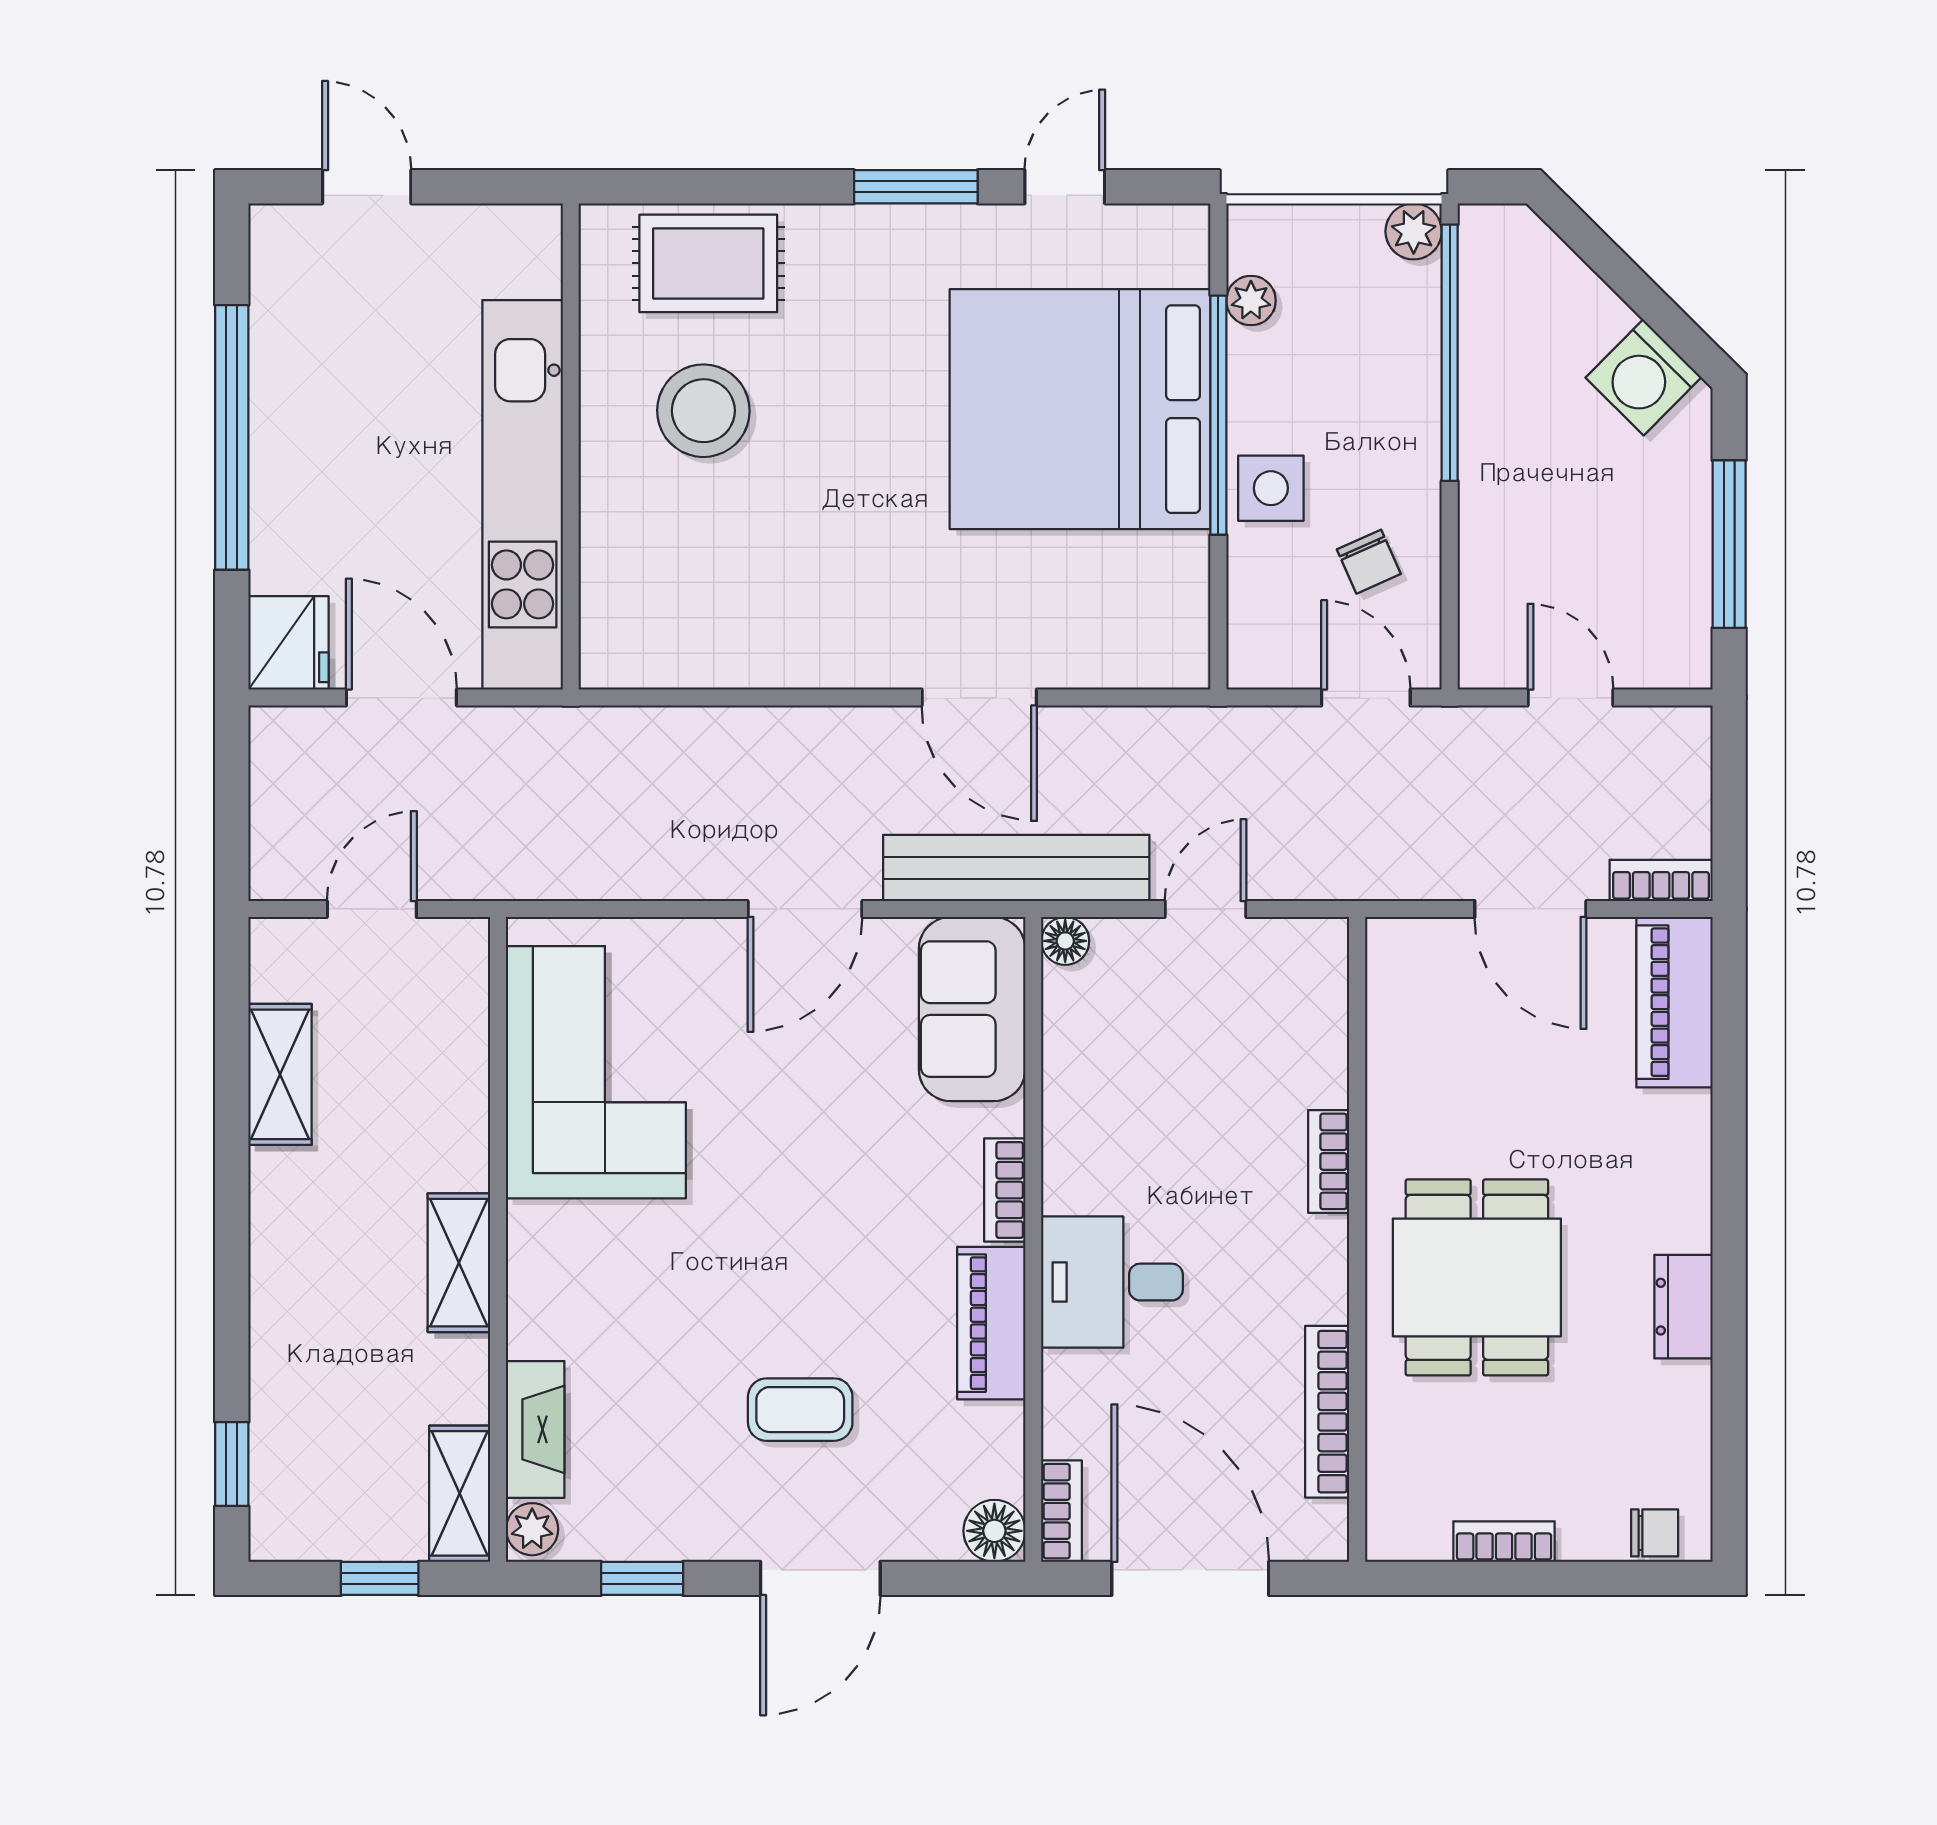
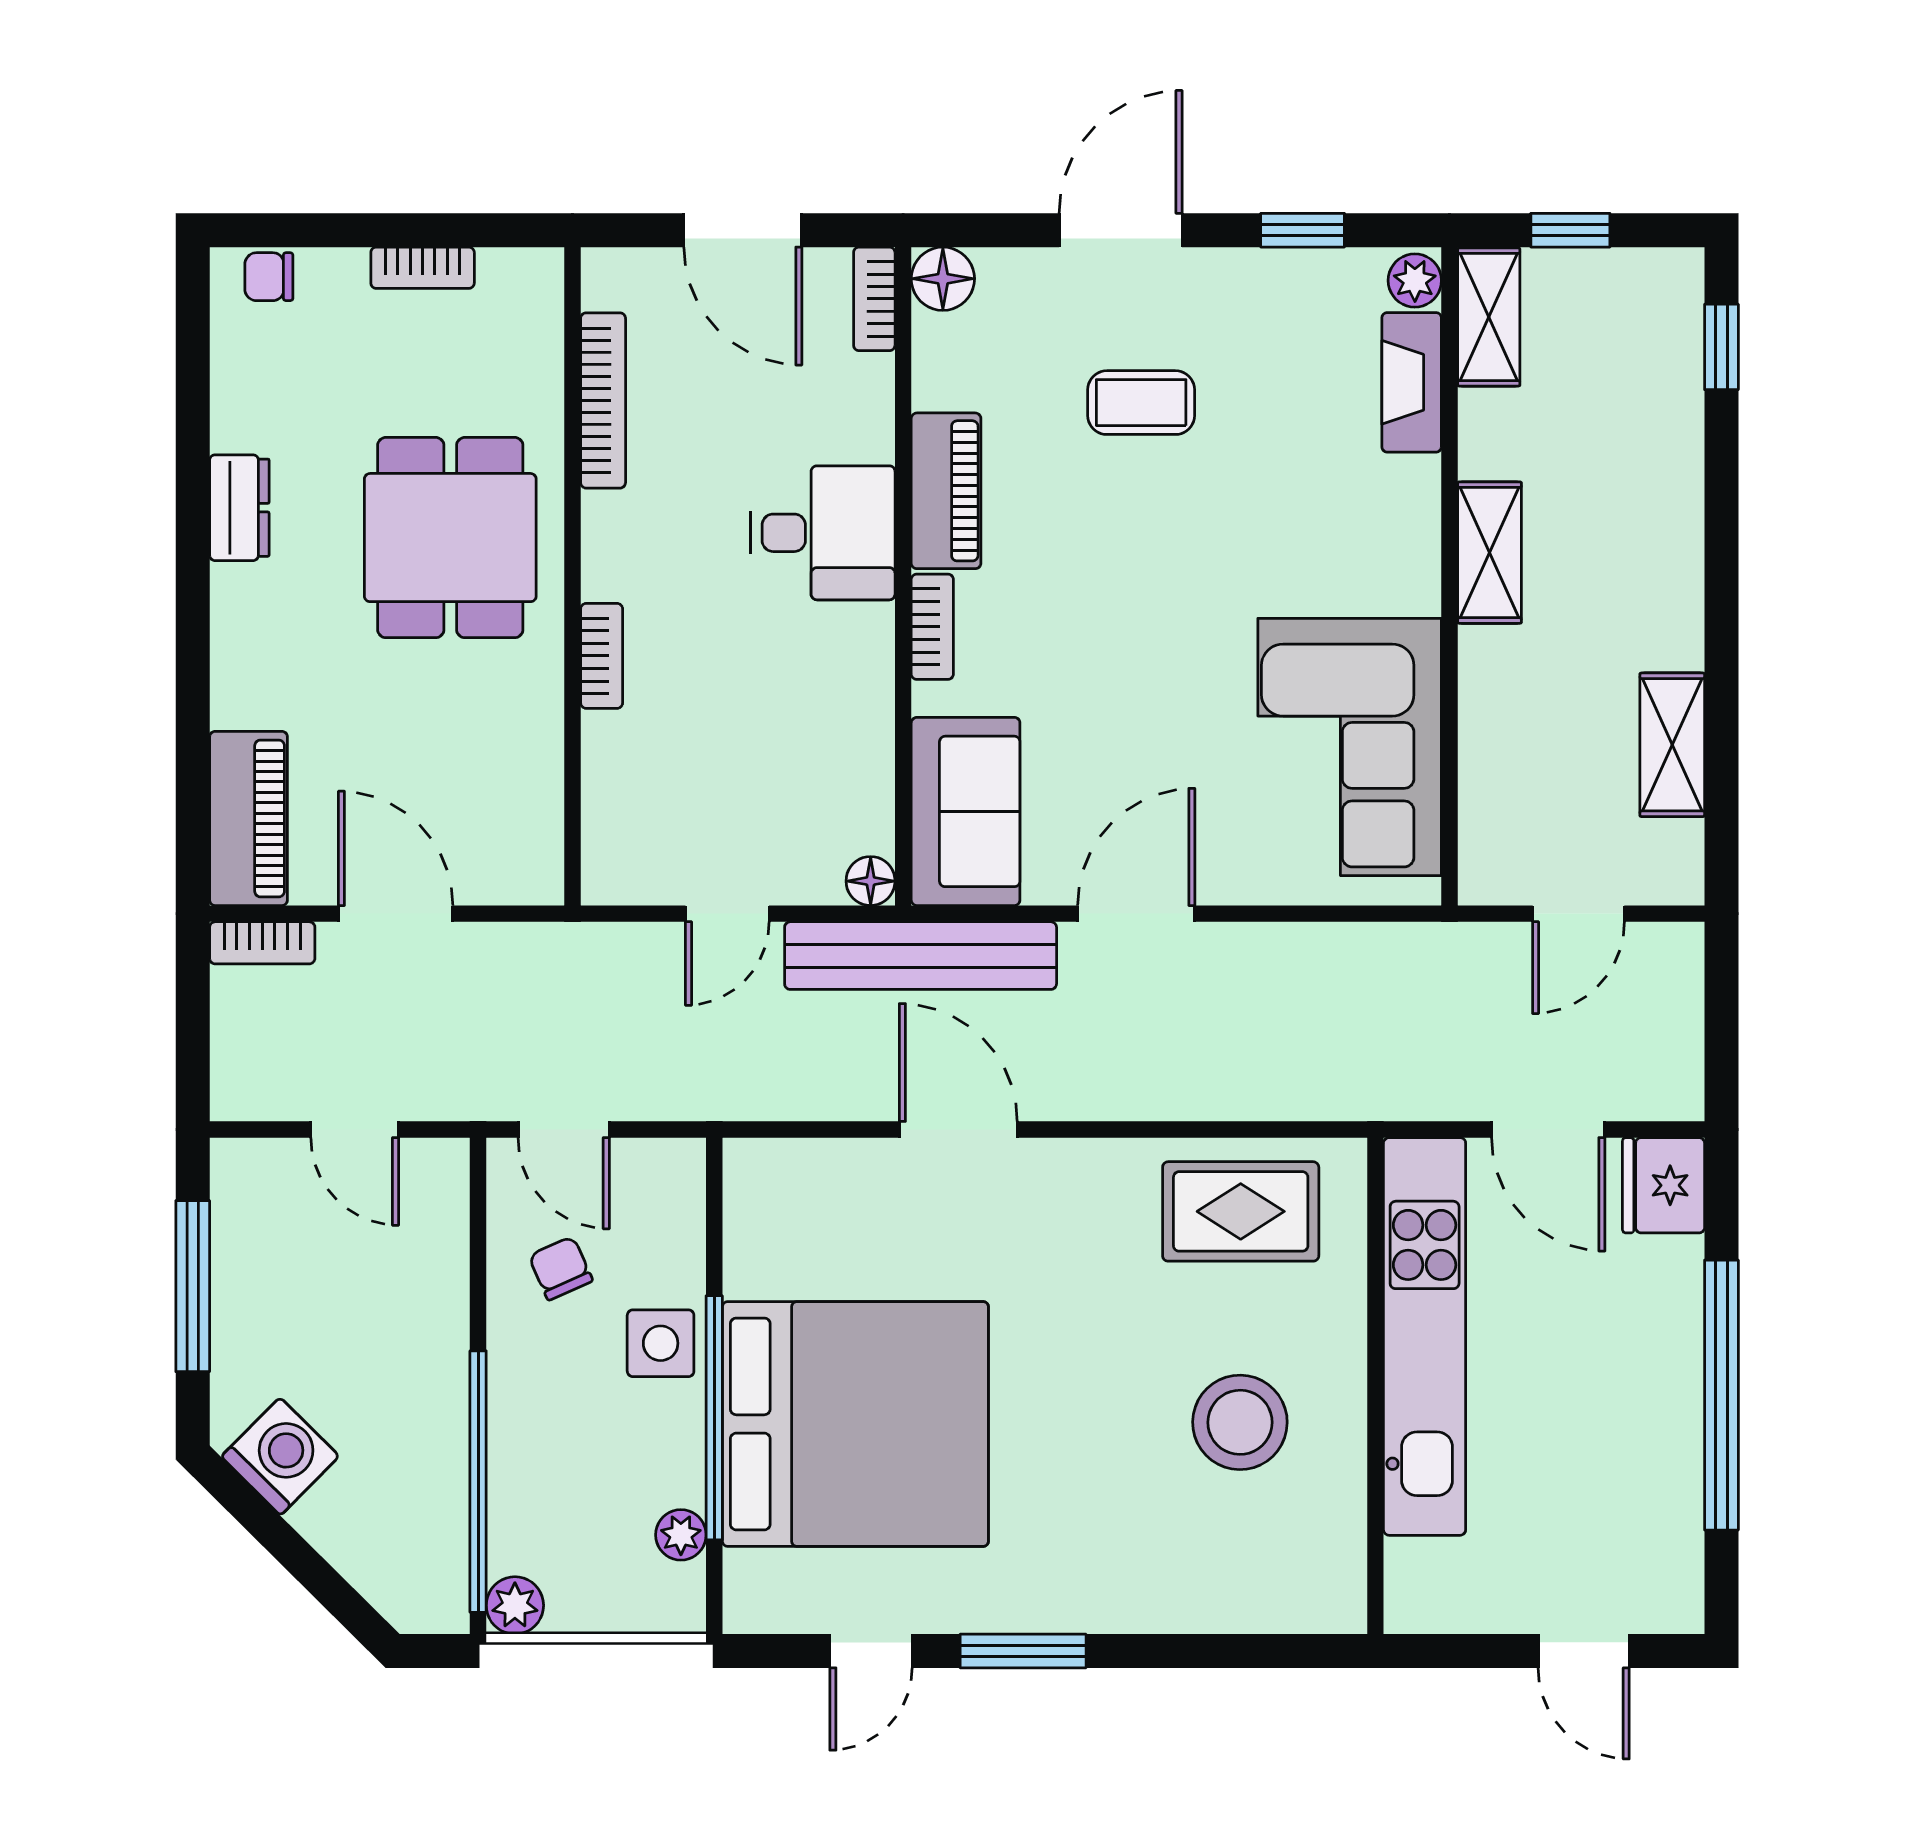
rug: (708, 263) -> (1241, 1211), moved
door: (1190, 1578) -> (743, 230), width x0.73

